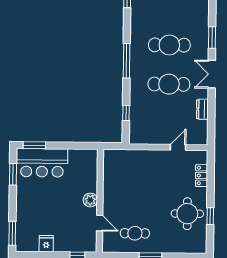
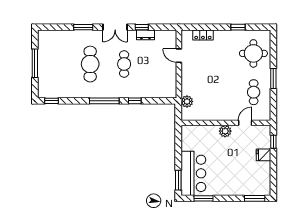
cafe table: (169, 84) -> (124, 64), width x0.73, depth x0.74
window: (211, 105) -> (142, 27), added
window: (126, 113) -> (135, 101), moved
plant: (125, 156) -> (187, 101), added
round table: (187, 214) -> (253, 53), moved
fridge: (46, 244) -> (263, 155), moved

